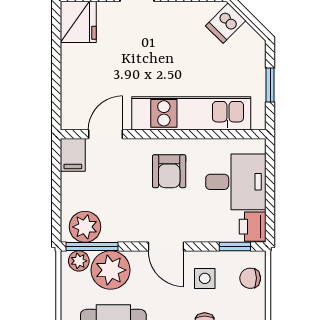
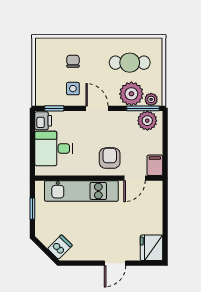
armchair: (169, 171) -> (110, 158), moved
chair: (250, 278) -> (45, 89), removed

